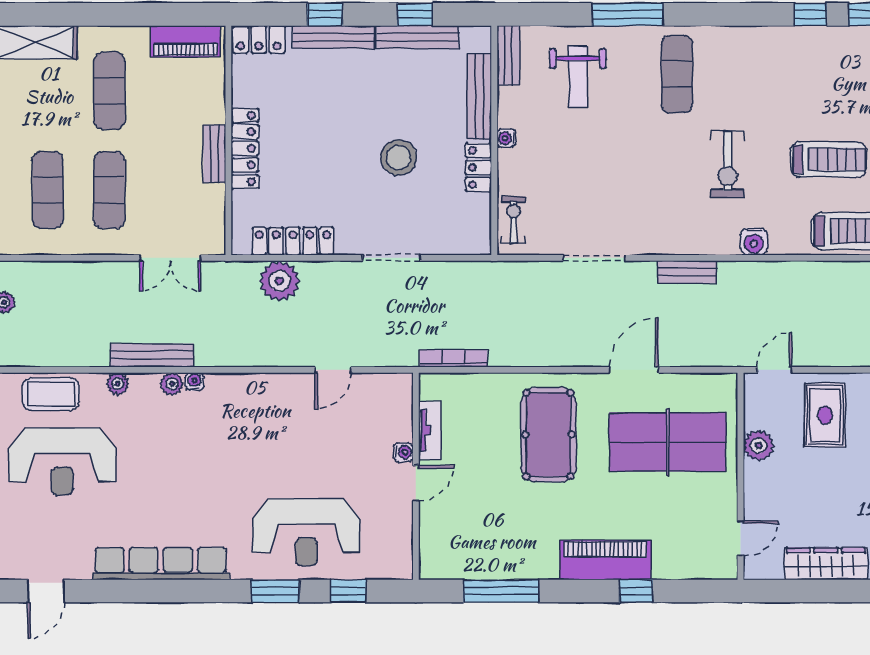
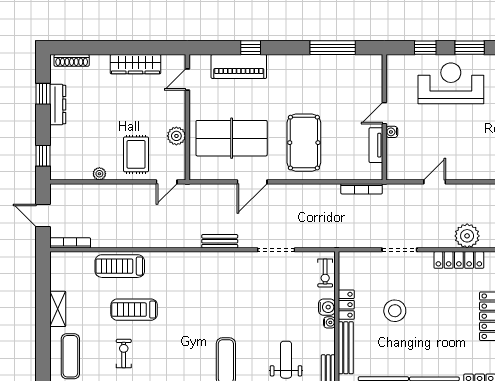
exercise bike: (728, 164) -> (124, 354), moved, width x0.73, depth x0.72
water cooler: (754, 242) -> (327, 307), moved, turned 90
piano: (605, 560) -> (239, 67), moved

